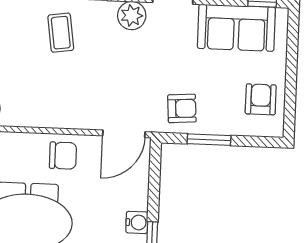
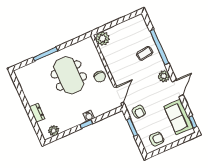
door: (124, 134) -> (119, 95), swing flipped

